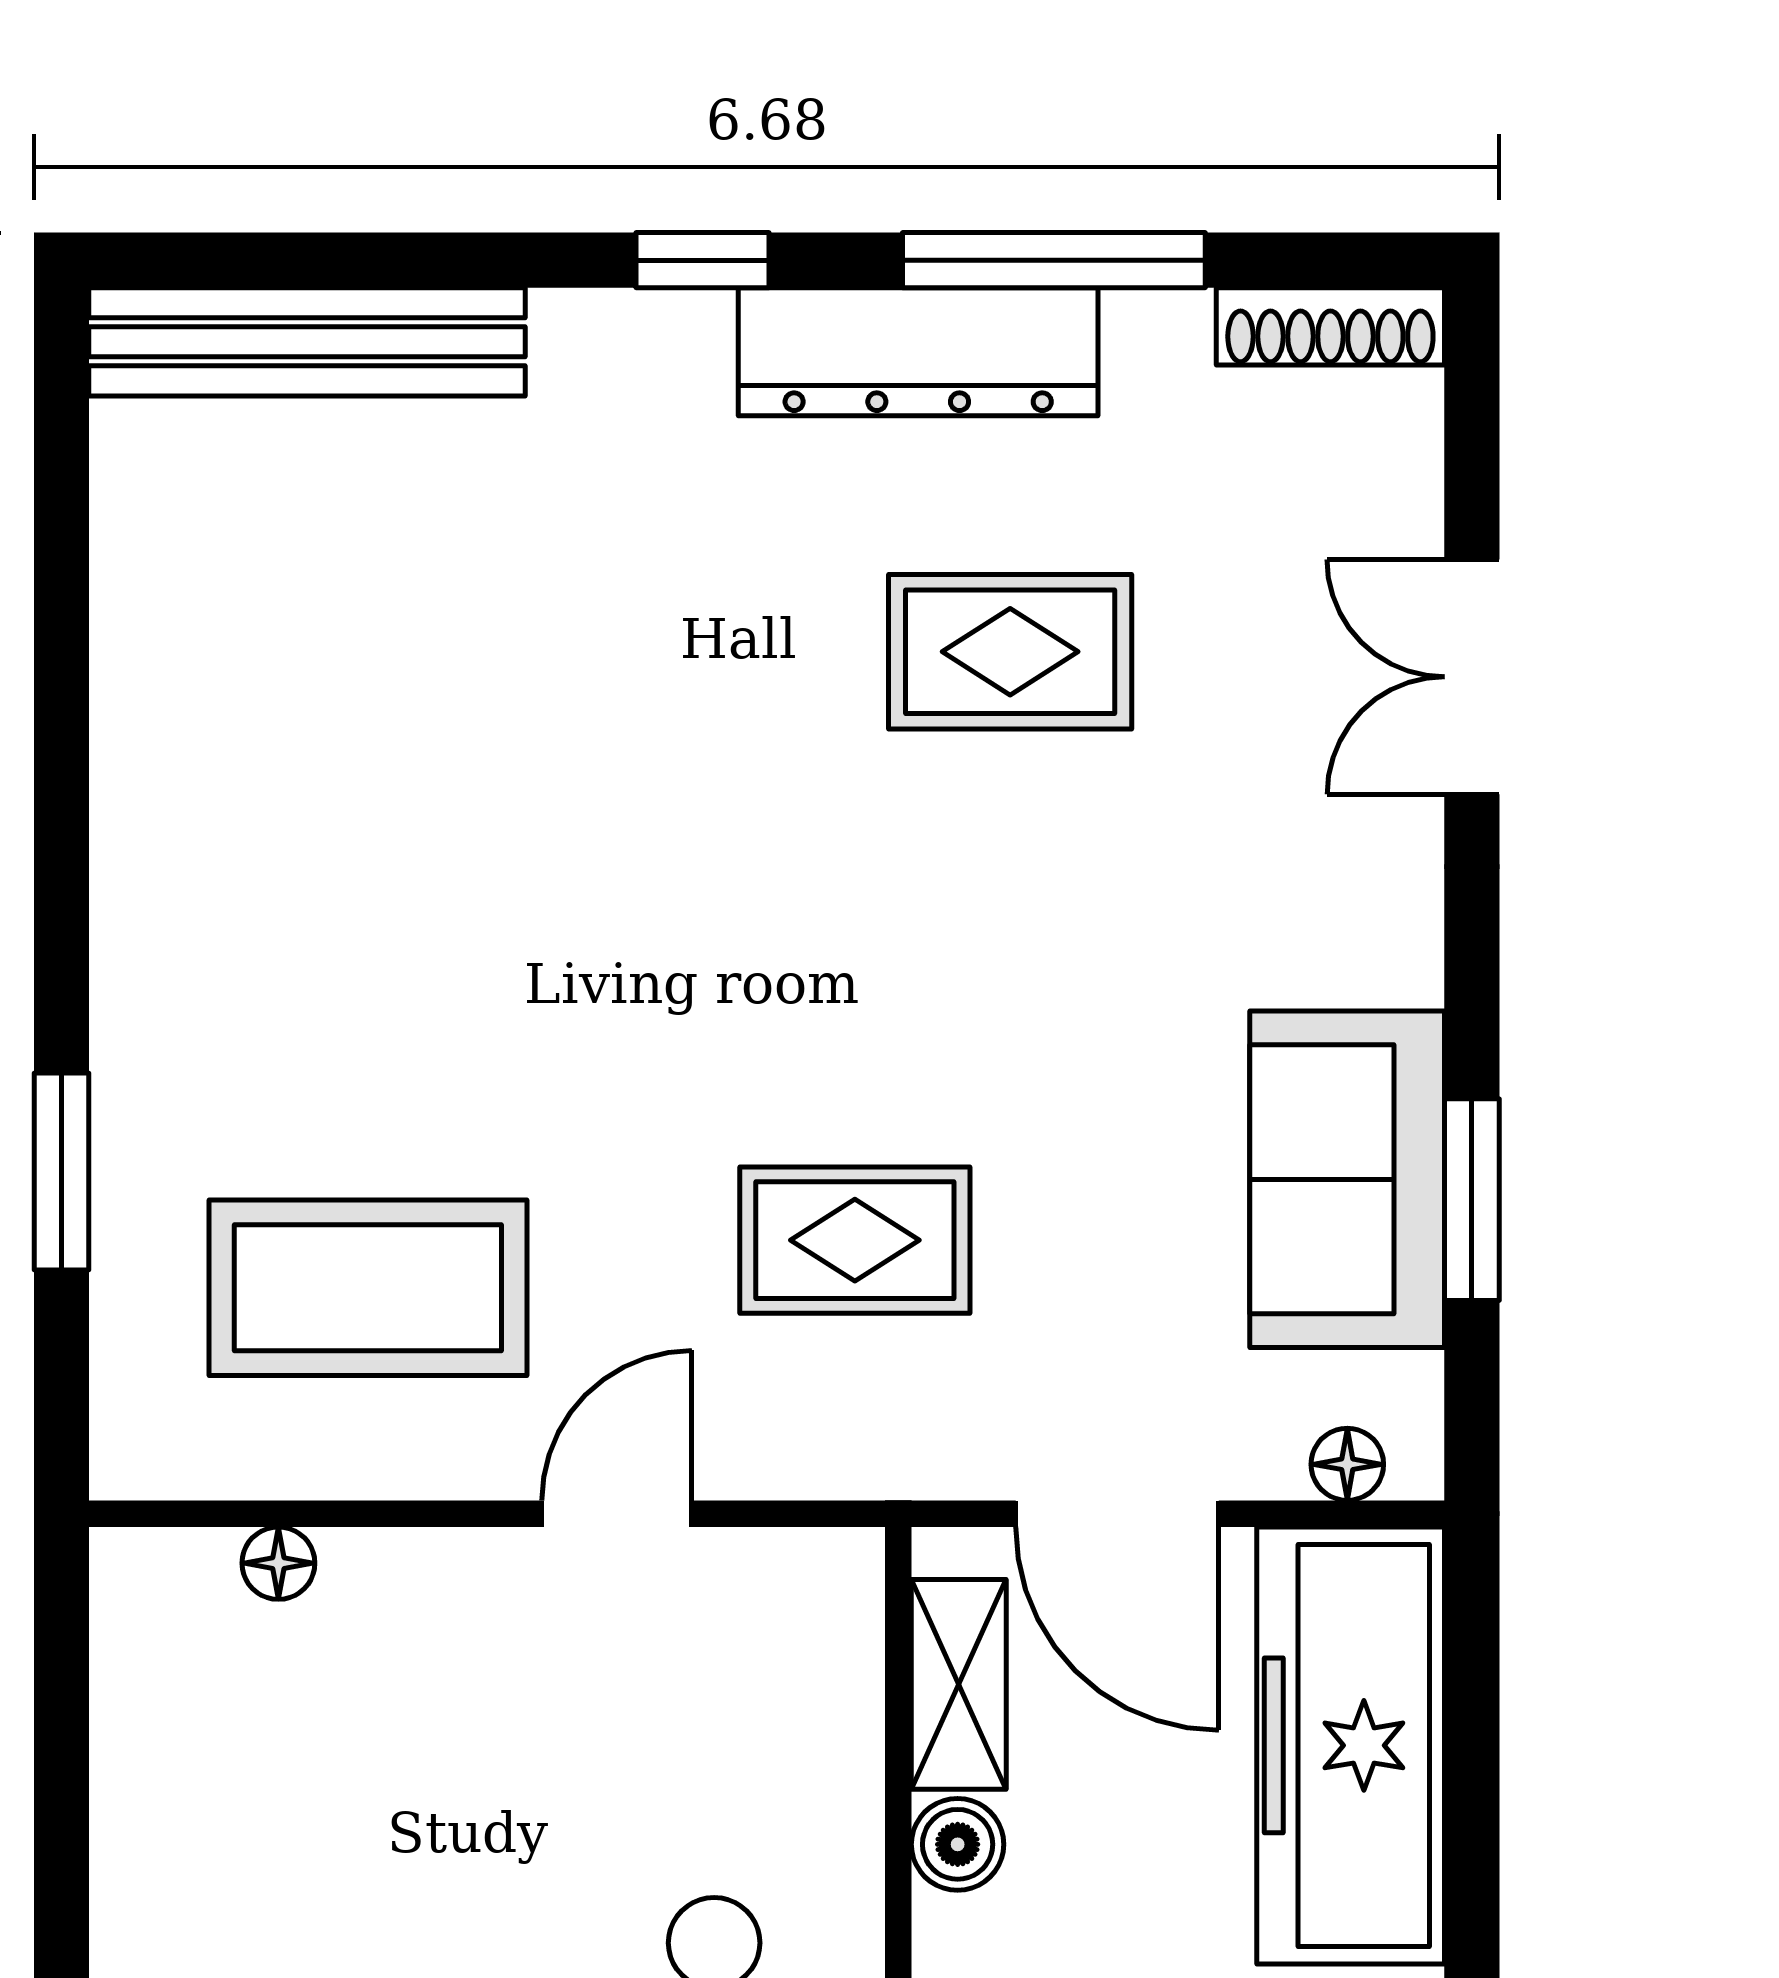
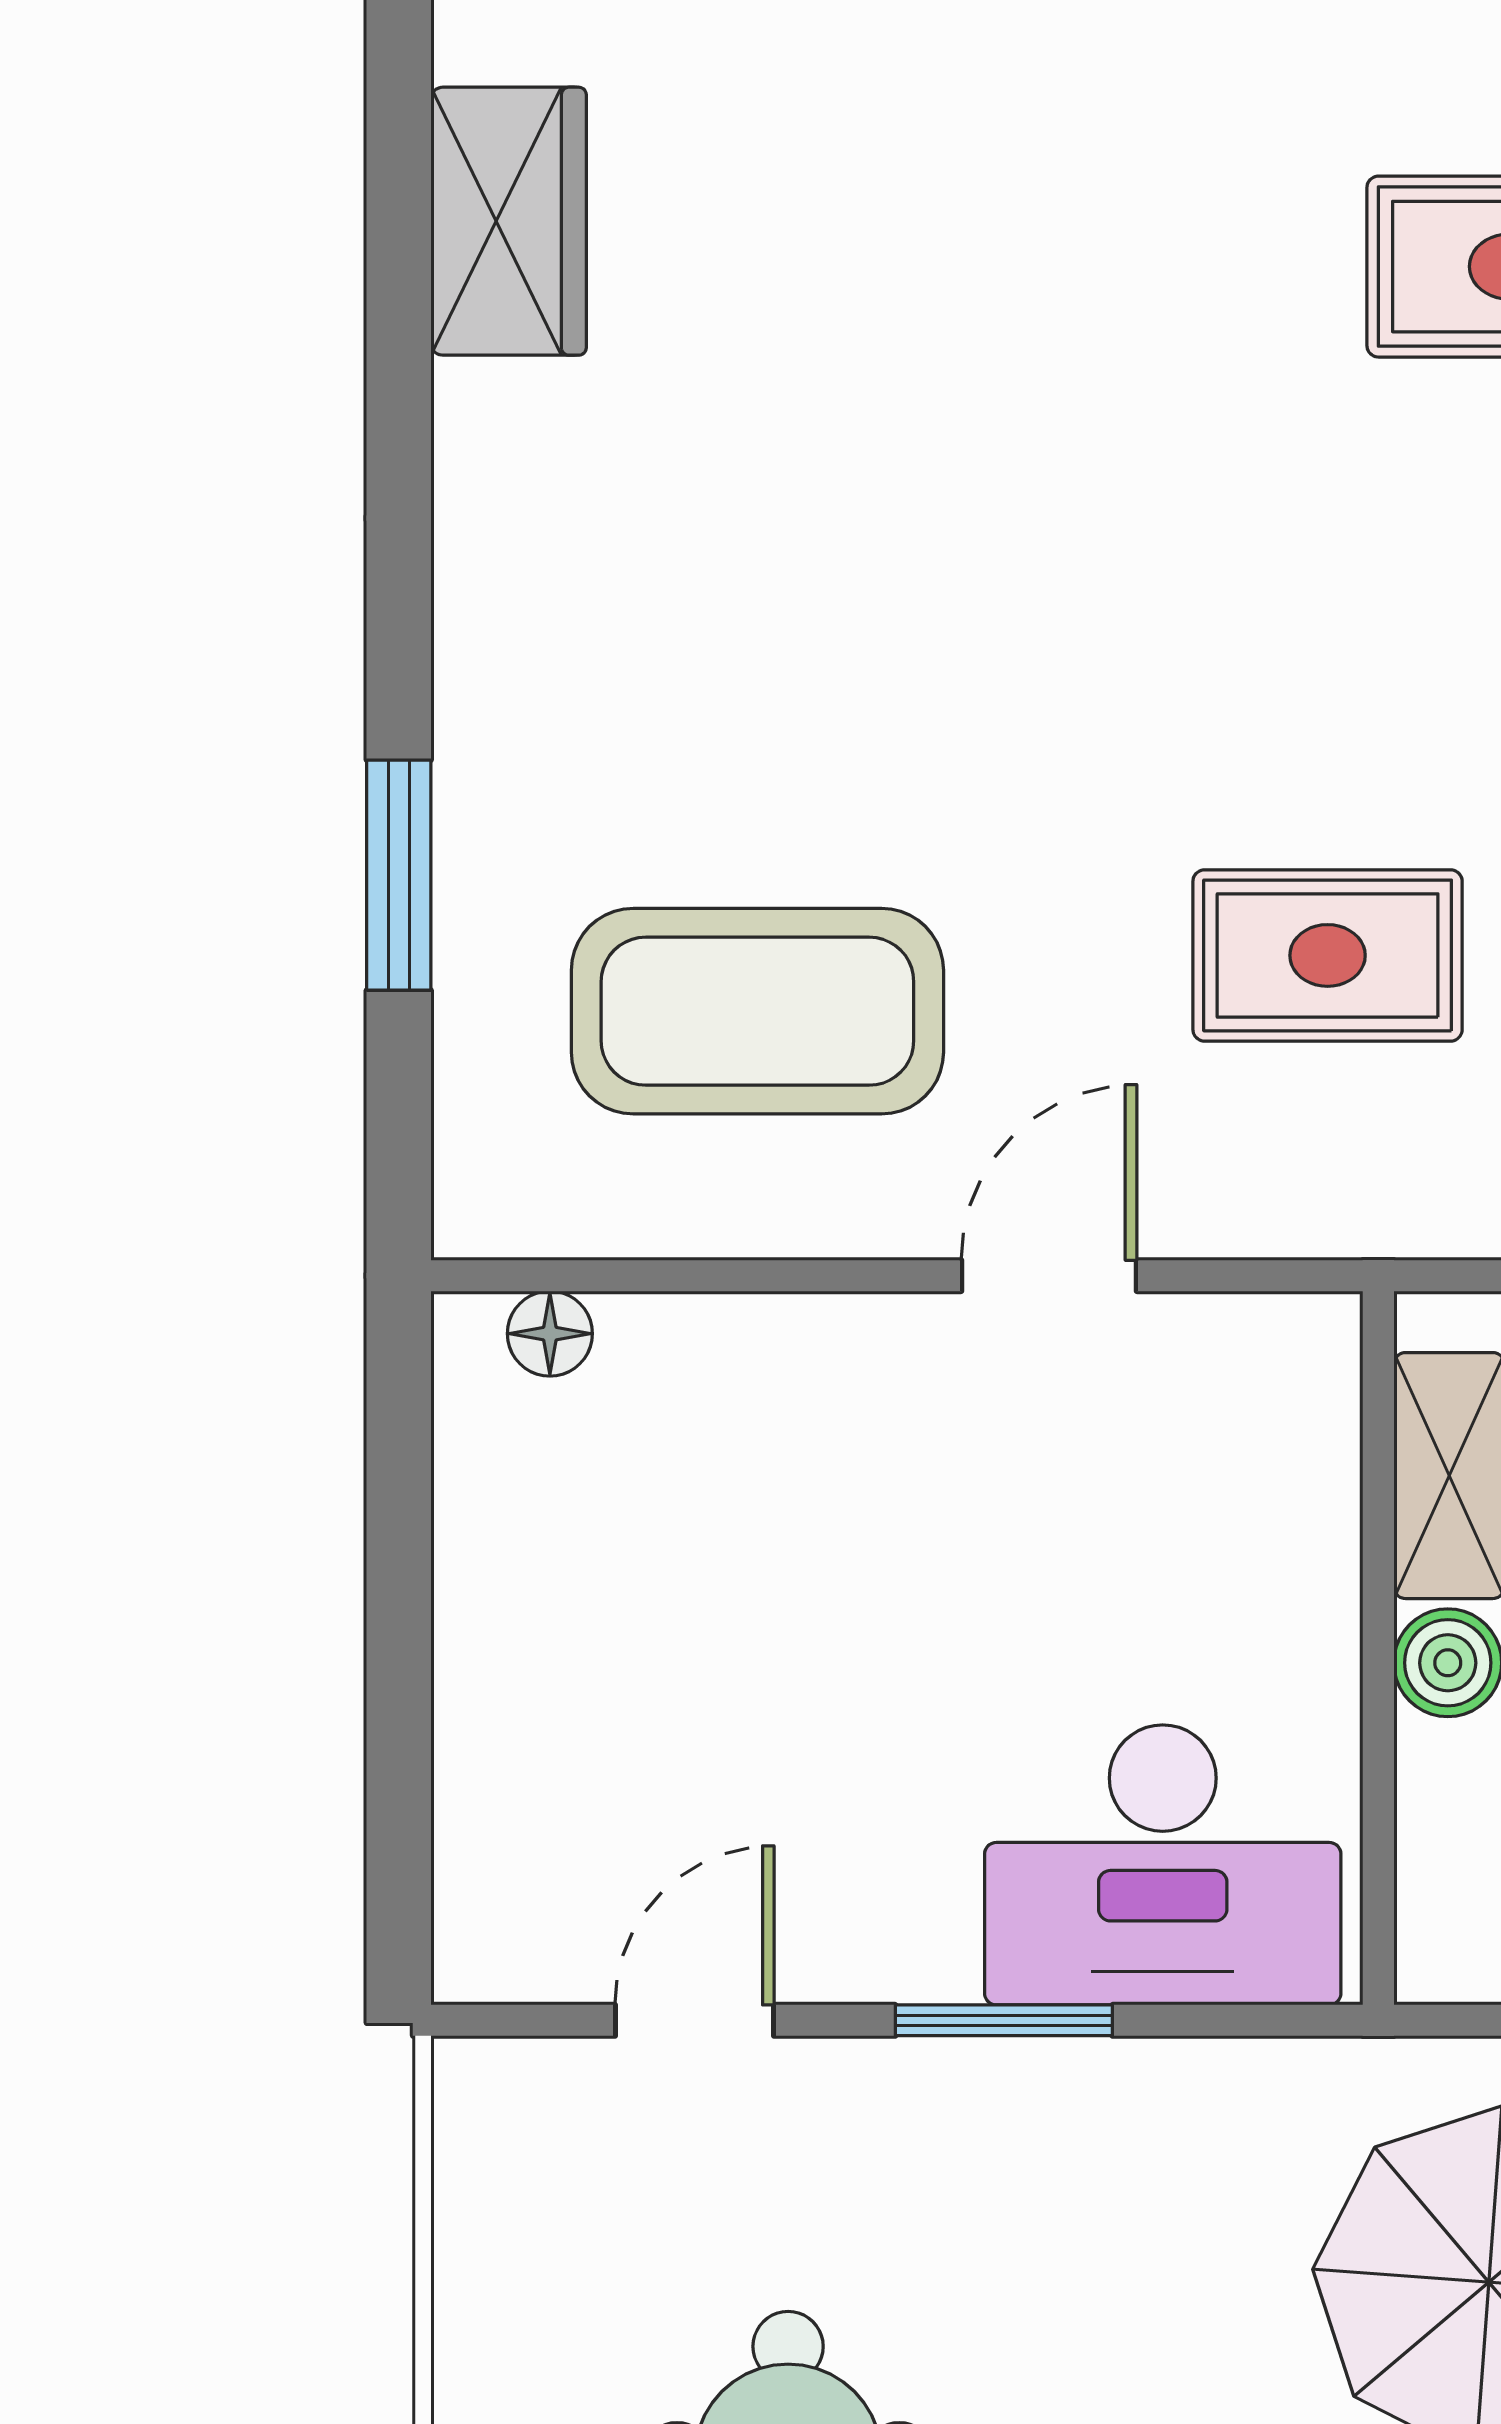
wardrobe: (155, 613) -> (509, 221), added
floor lamp: (278, 1563) -> (550, 1334), moved

